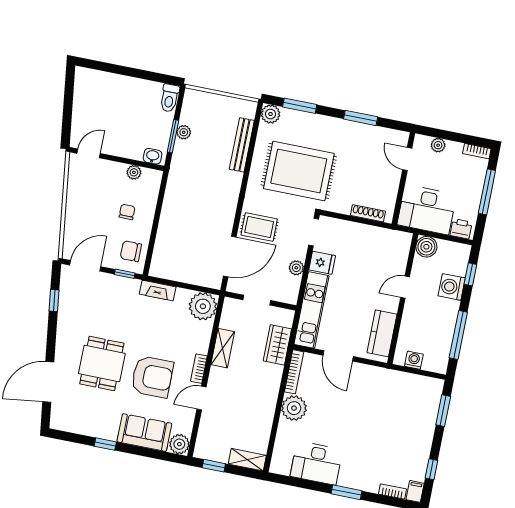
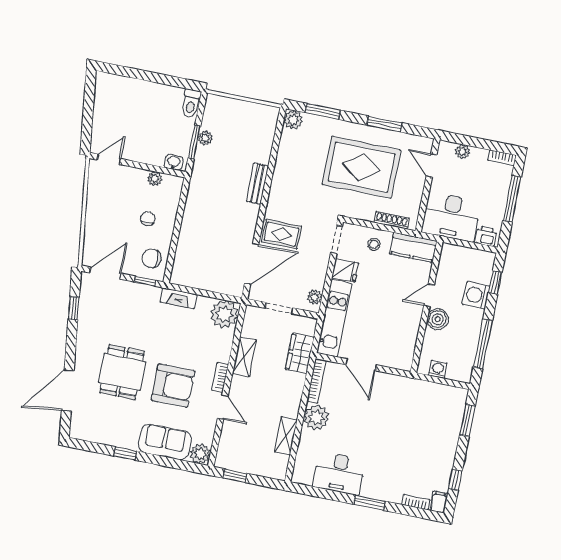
bench: (242, 145) -> (257, 184), moved, width x0.73
rug: (299, 171) -> (361, 167), moved
stool: (351, 237) -> (374, 244), added
boiler: (426, 247) -> (438, 319), moved
plant: (296, 268) -> (315, 297), moved
kitchen counter: (382, 333) -> (413, 247), moved, turned -90
door: (201, 398) -> (223, 407), swing flipped
shelving: (247, 460) -> (286, 436), moved, turned 90

